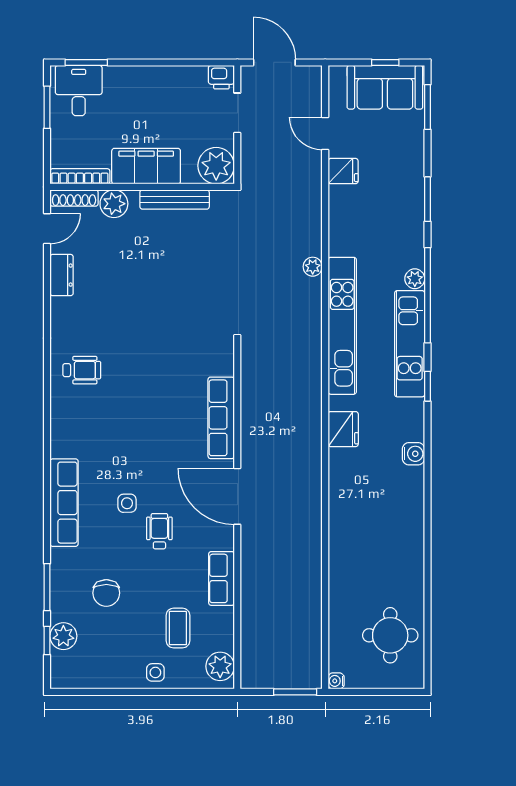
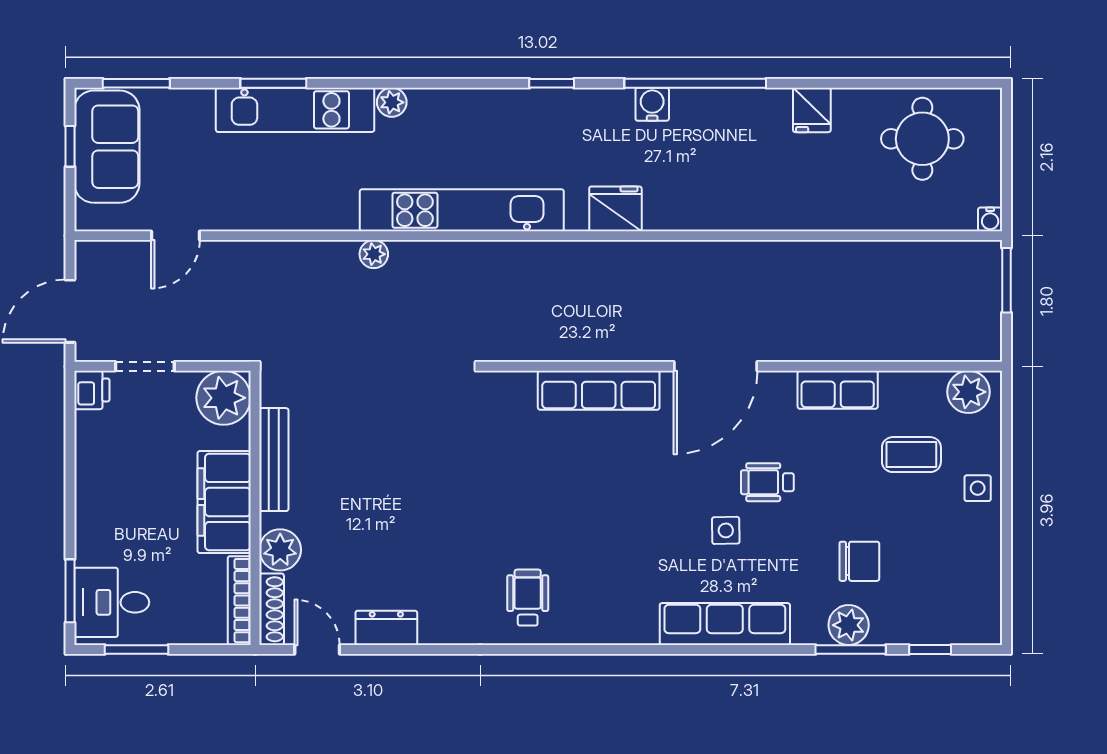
fridge: (343, 171) -> (812, 110), moved, turned 180
window: (428, 295) -> (695, 83), moved
kitchen unit: (410, 344) -> (295, 110), moved
plant: (63, 636) -> (849, 625), moved

